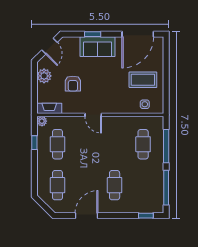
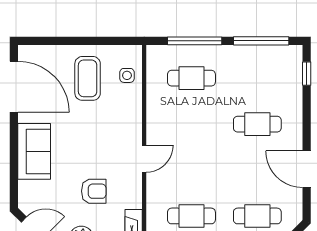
window: (93, 34) -> (14, 159), removed

